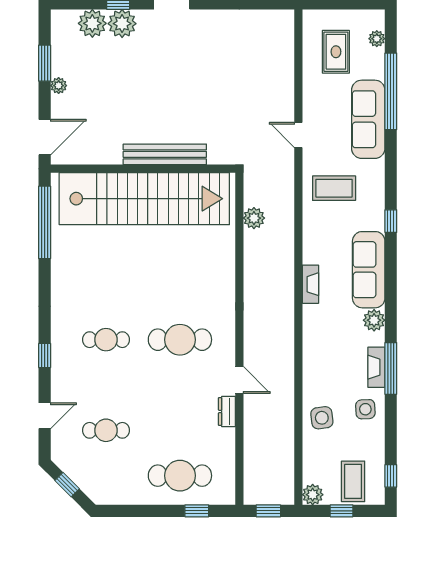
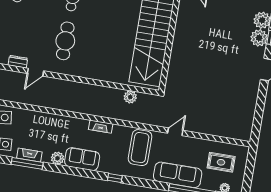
bench: (165, 154) -> (177, 50), removed
coffee table: (334, 188) -> (140, 148), width x1.36, depth x1.32
sofa: (369, 270) -> (82, 159), width x0.73
fireplace: (310, 284) -> (101, 127), moved

